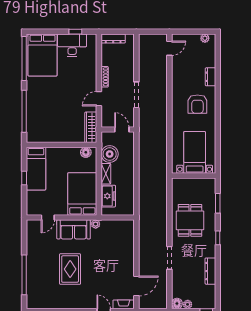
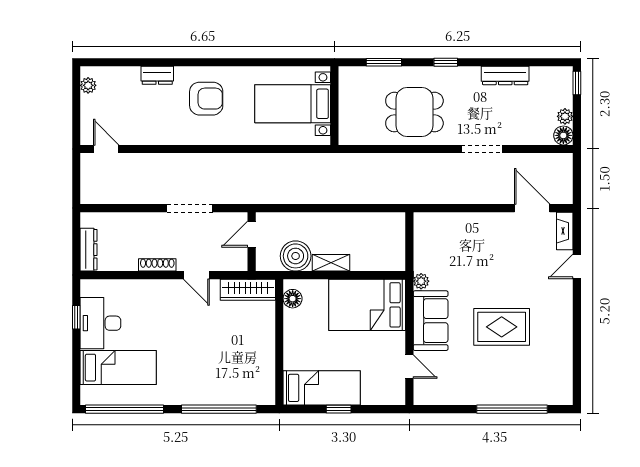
bed: (43, 55) -> (118, 368), width x0.67
freezer: (108, 196) -> (371, 258), removed

